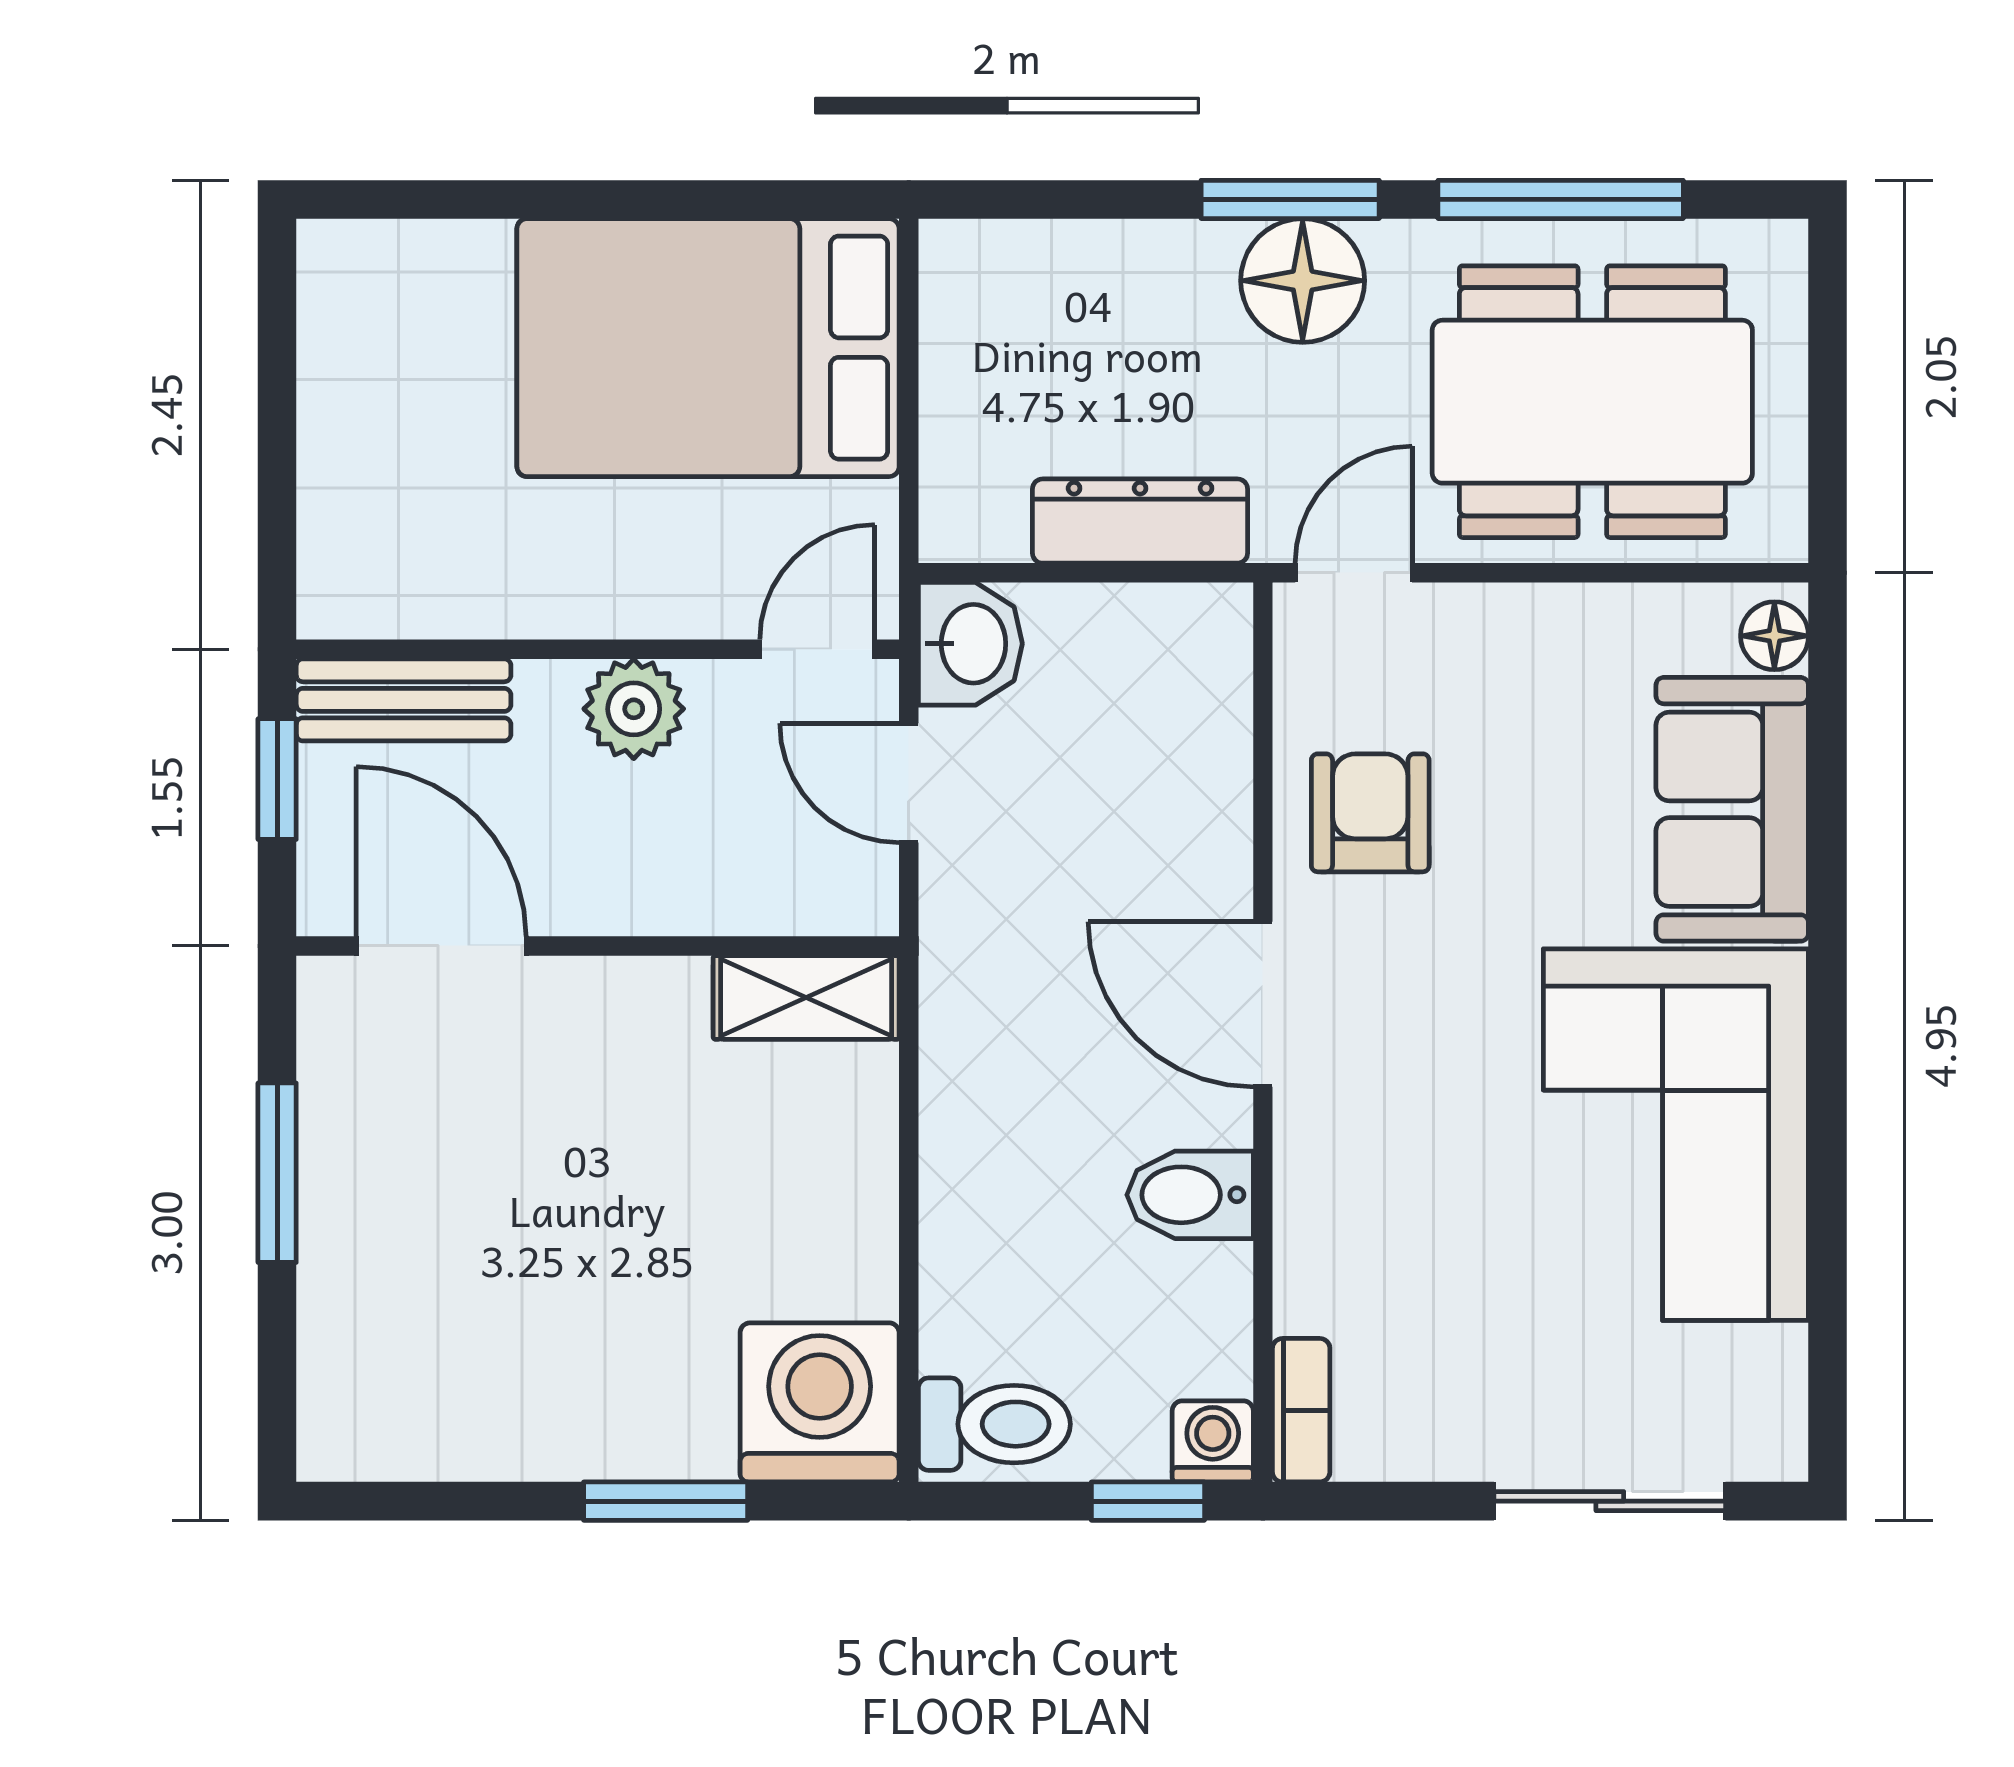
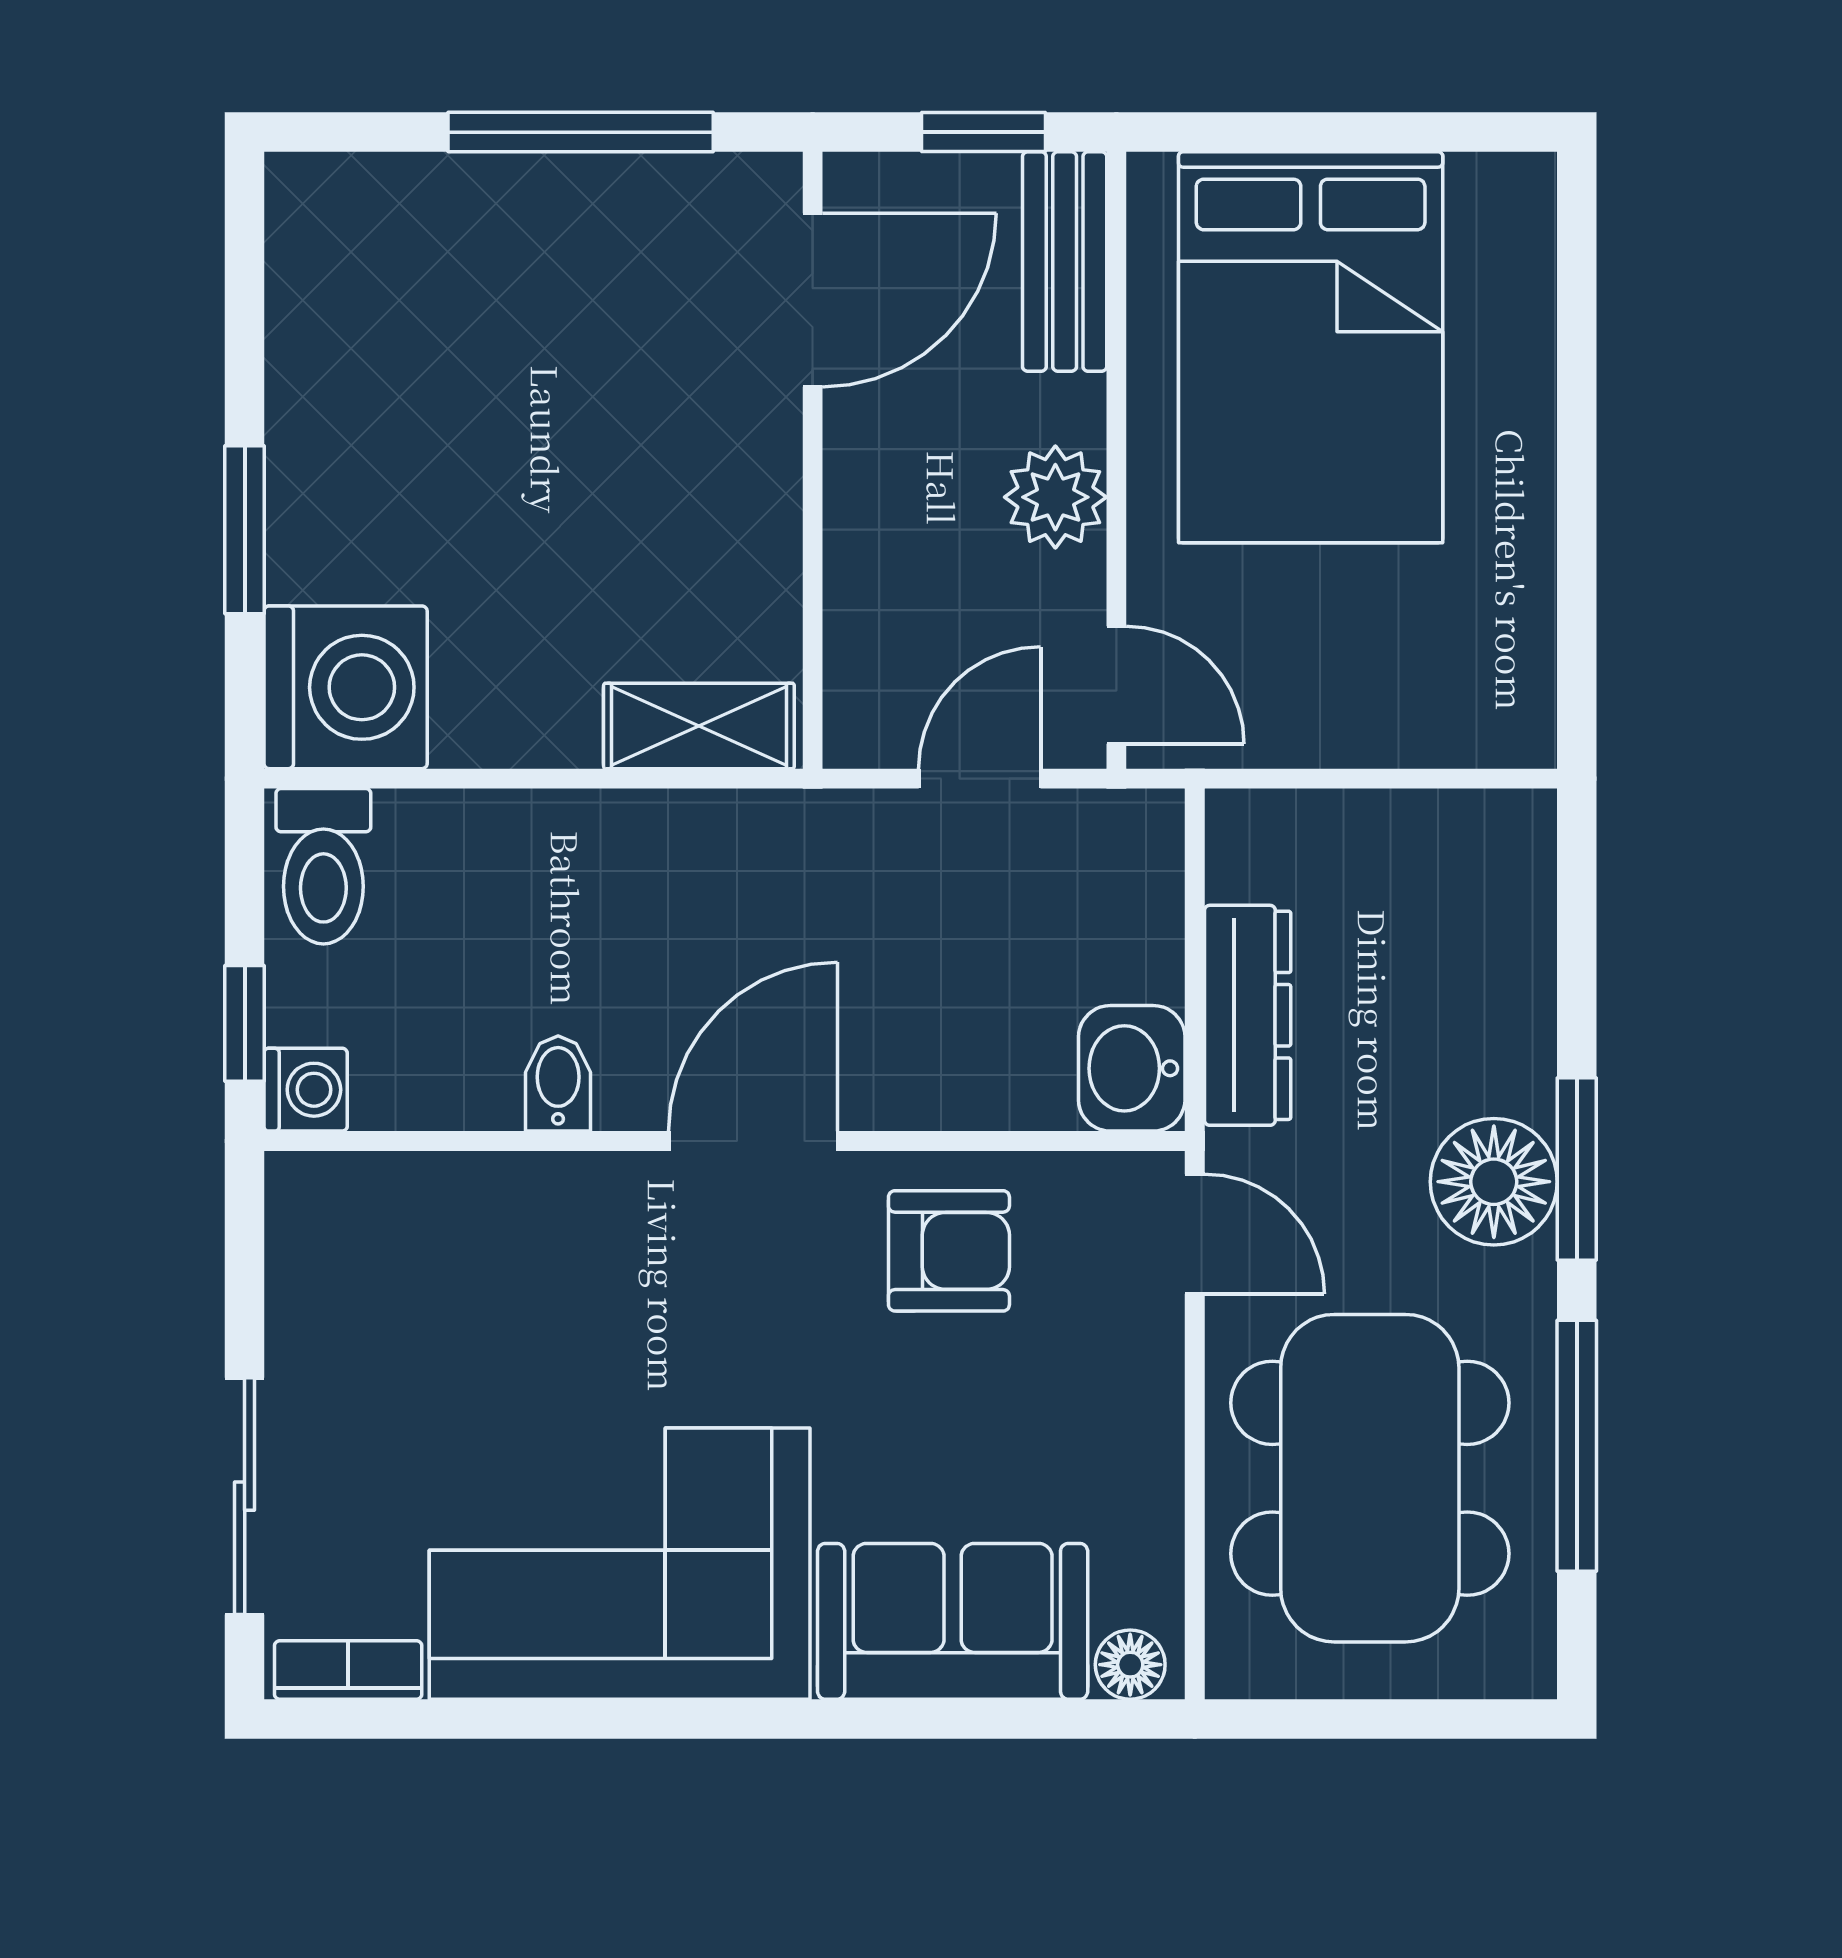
bed: (708, 348) -> (1311, 347), moved, turned 180
washbasin: (970, 644) -> (1132, 1068), moved, turned 90
shelving: (806, 997) -> (699, 726), moved, turned 90
window: (277, 1173) -> (581, 132), width x1.44
bidet: (1190, 1195) -> (558, 1084), width x0.72, depth x0.74
bookcase: (1301, 1410) -> (348, 1670), moved, turned 180

